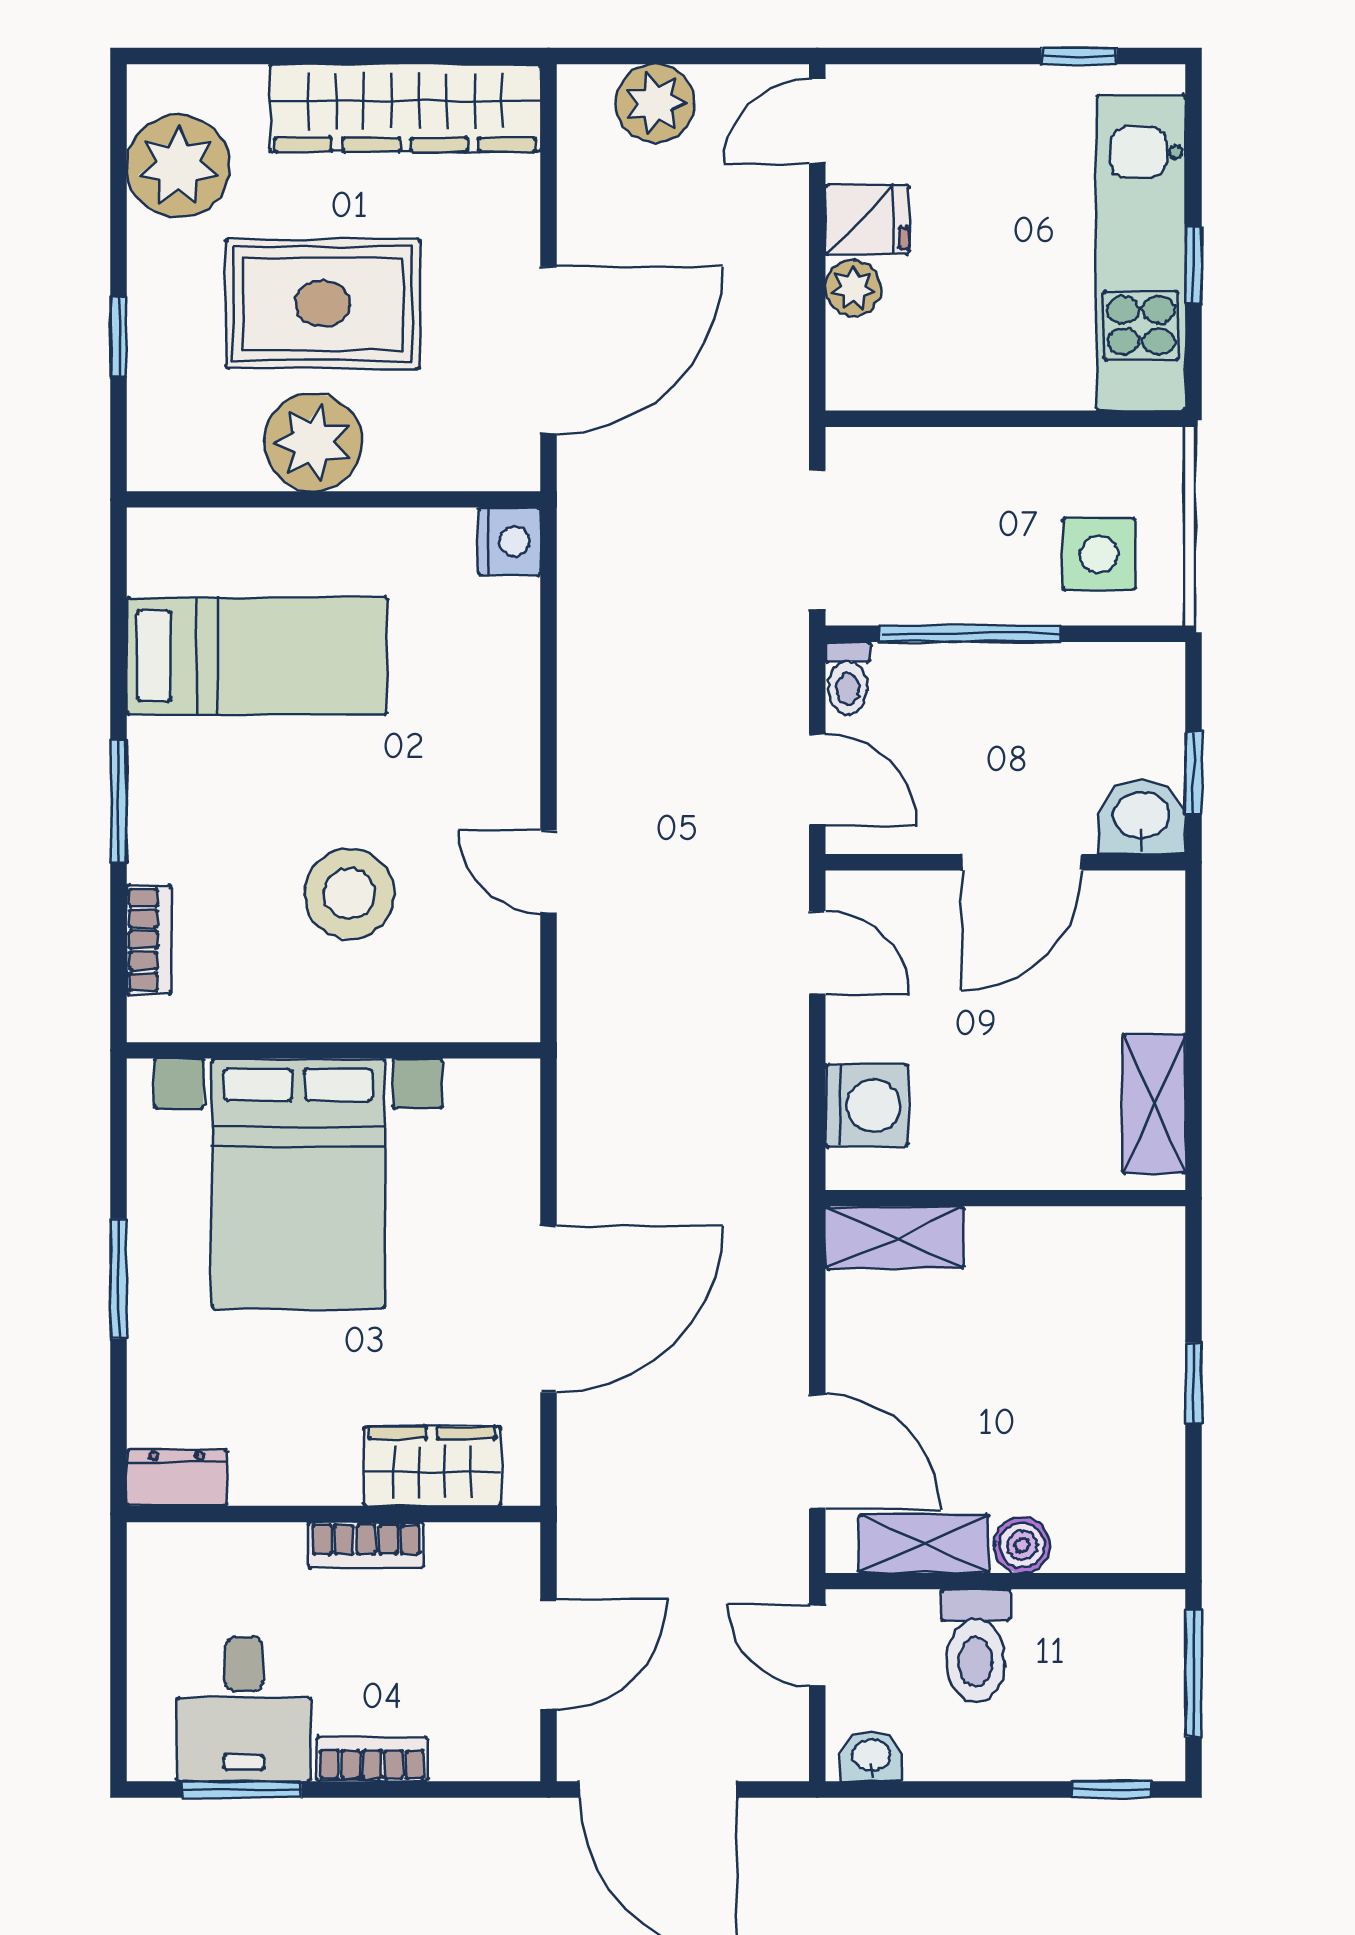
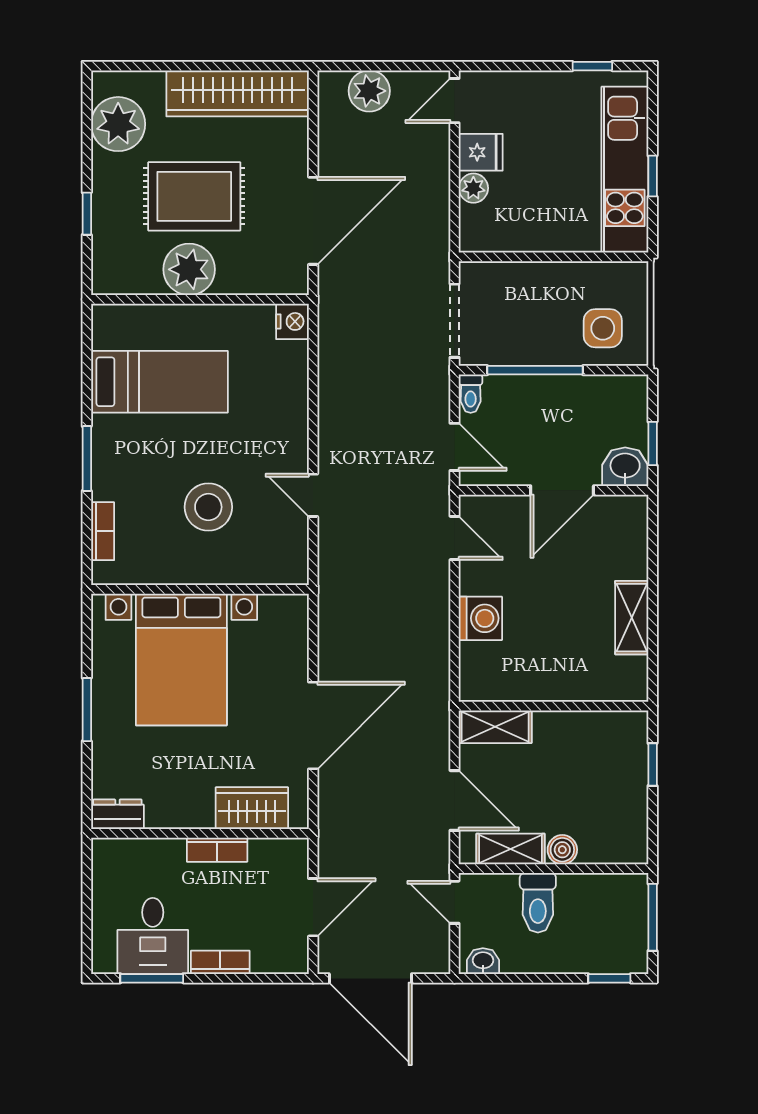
wall: (1005, 1198) -> (554, 706), moved
shelving: (895, 1237) -> (495, 727), moved

